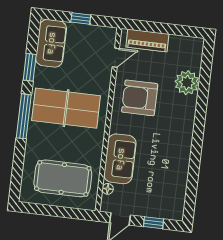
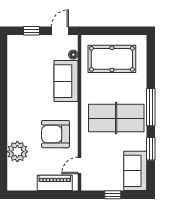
armchair: (140, 98) -> (56, 134), turned 180

